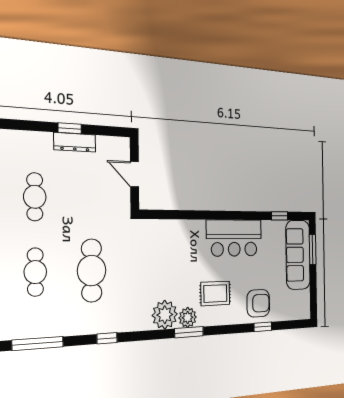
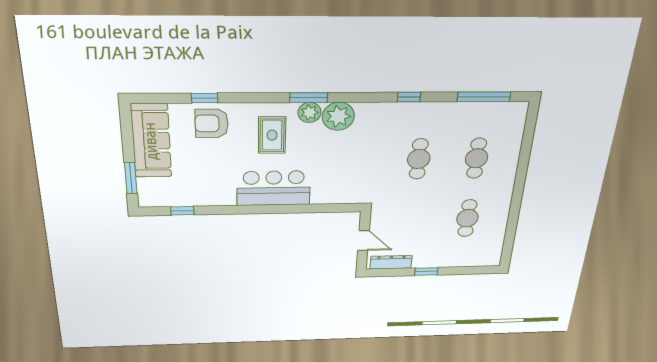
dresser: (75, 142) -> (391, 262), moved
bar counter: (234, 238) -> (274, 188), moved
sofa: (298, 255) -> (151, 141), moved
cafe table: (92, 271) -> (419, 159), width x0.73, depth x0.74
rug: (215, 293) -> (272, 135), turned 90

